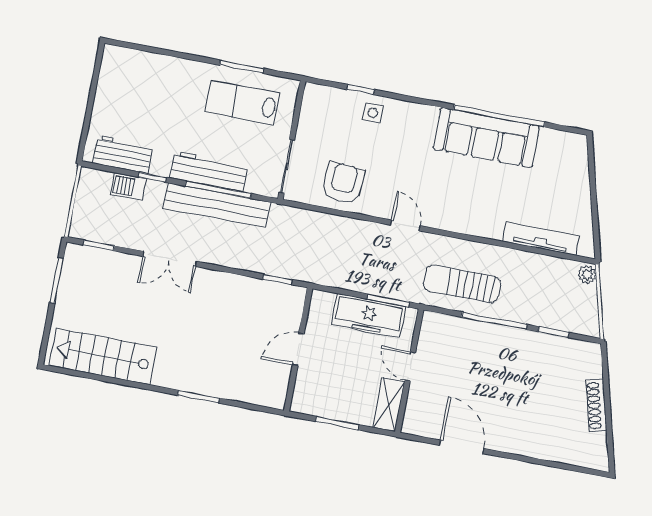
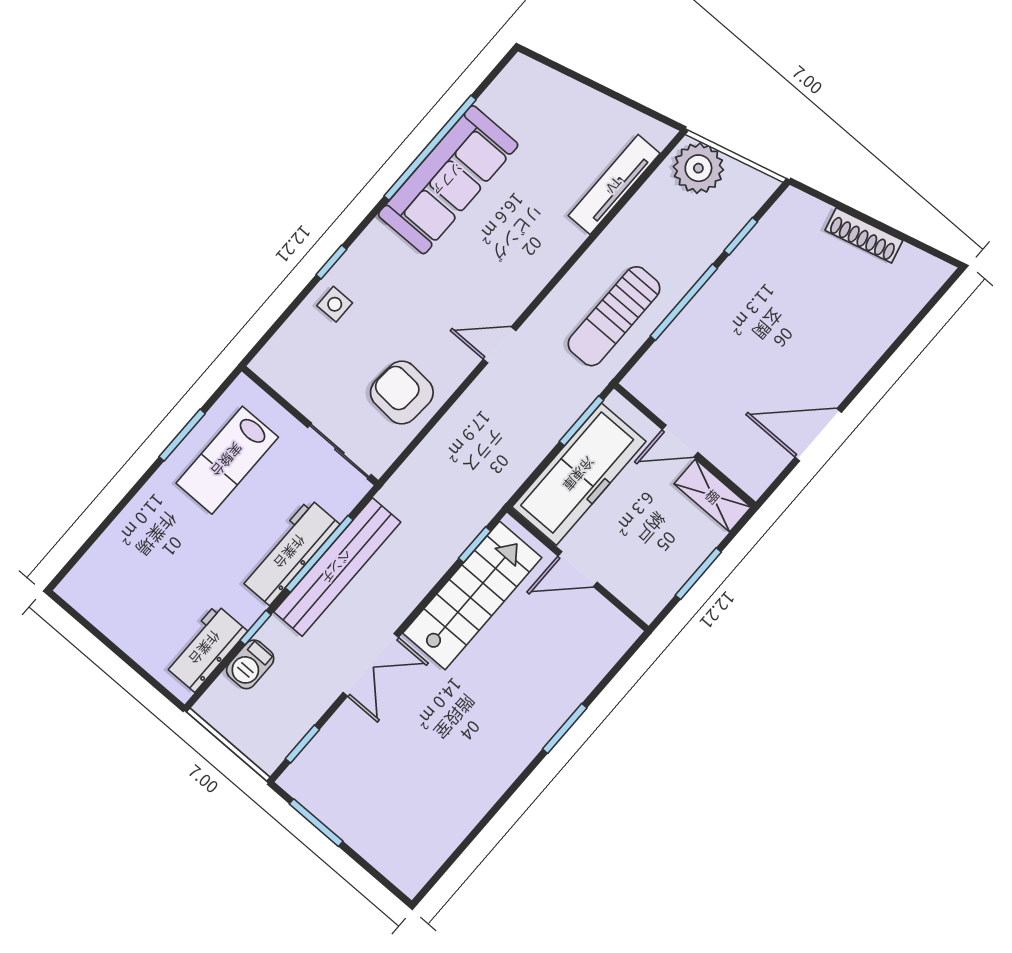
window: (361, 89) -> (331, 262), moved
plant: (587, 275) -> (698, 168), width x1.87, depth x1.87
freezer: (369, 316) -> (579, 474), width x1.36, depth x1.26
door: (298, 349) -> (578, 569), hinge flipped
stairs: (103, 356) -> (472, 595), moved, turned 180

